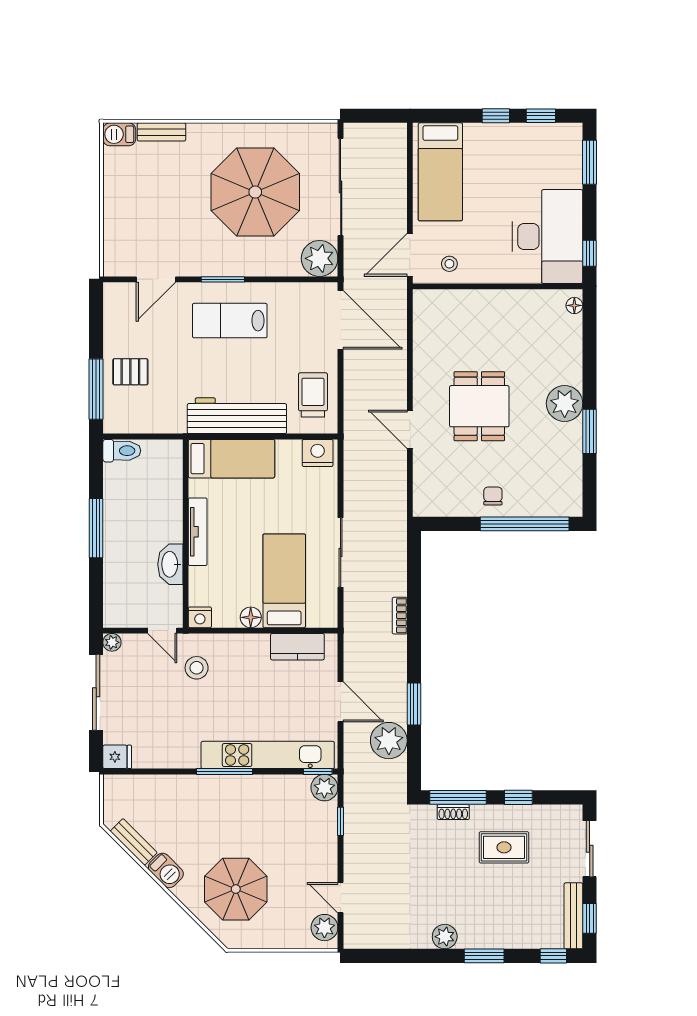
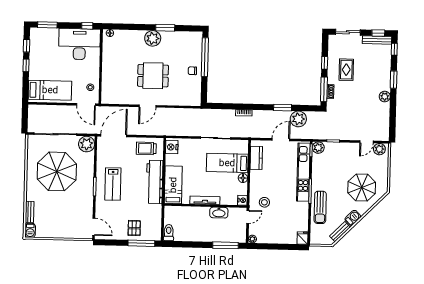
door: (156, 279) -> (94, 227), moved
door: (410, 429) -> (148, 106), moved
window: (96, 528) -> (225, 245), moved
sliding door: (96, 692) -> (274, 247), removed
sun lounger: (188, 795) -> (320, 207), added

